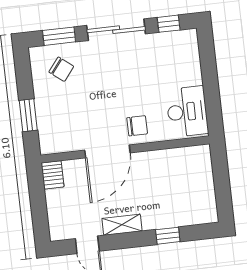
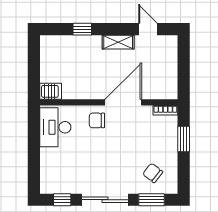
bookcase: (55, 148) -> (165, 110), added
server rack: (53, 175) -> (51, 91), moved, turned 90

